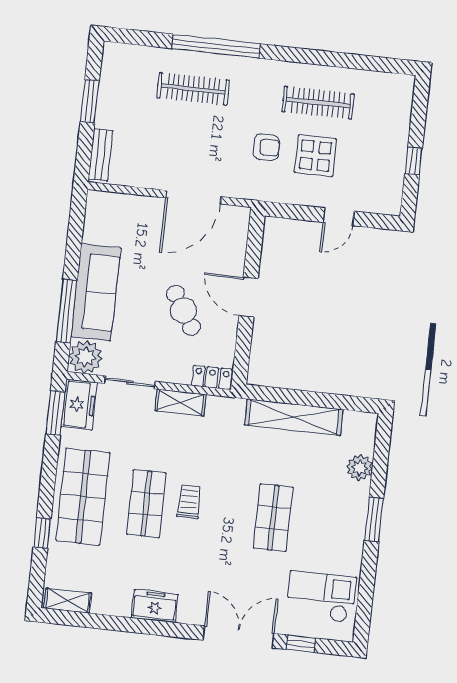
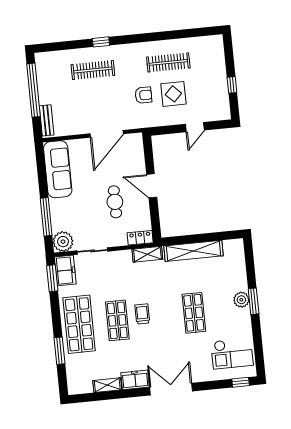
window: (216, 46) -> (101, 42), width x0.32
window: (90, 101) -> (33, 90), width x2.11
sofa: (96, 292) -> (58, 169), moved
cafe table: (183, 310) -> (115, 202), turned 32
shelving: (181, 402) -> (147, 254), moved
plant: (360, 468) -> (241, 300), moved
window: (42, 533) -> (59, 351), width x1.50
checkout: (321, 597) -> (232, 354), turned 180
shelving: (68, 601) -> (107, 385), moved
double door: (238, 637) -> (171, 389), moved
window: (301, 644) -> (241, 382), moved

